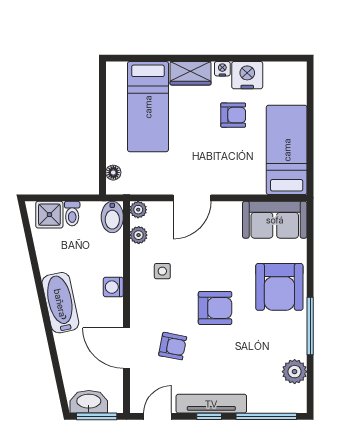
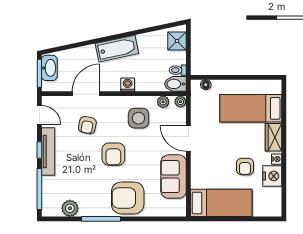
toilet: (72, 214) -> (178, 70), moved
sofa: (275, 220) -> (174, 177), moved
side table: (162, 271) -> (138, 118), width x1.87, depth x1.87

